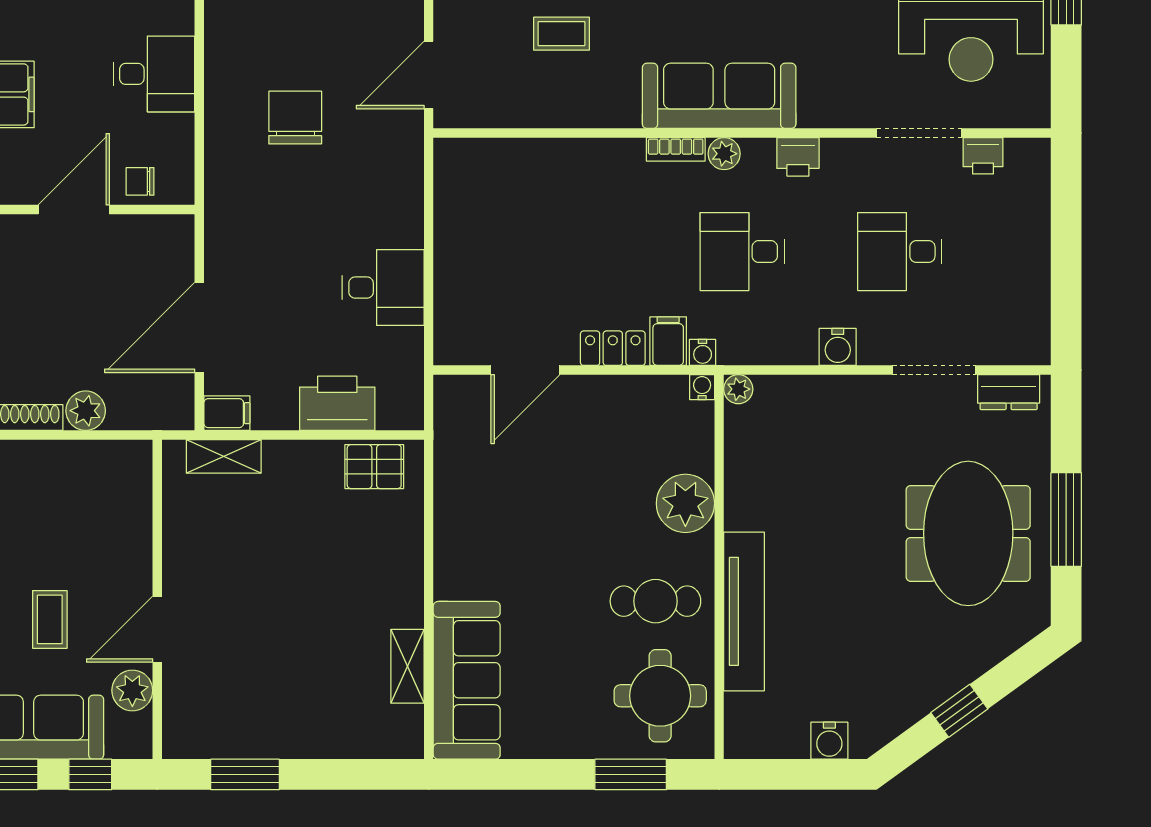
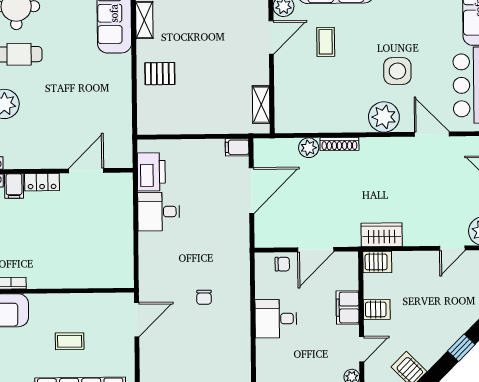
chair: (295, 118) -> (204, 297), width x0.54, depth x0.54
printer: (337, 403) -> (151, 172), moved, turned -90
shelving: (224, 456) -> (261, 105), moved, turned 90
pallet: (374, 467) -> (160, 74), moved

